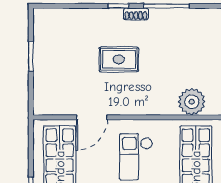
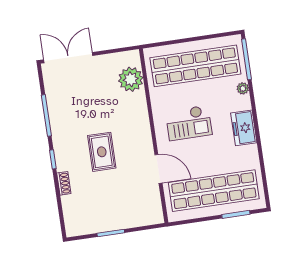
shoe rack: (136, 14) -> (64, 183), moved

